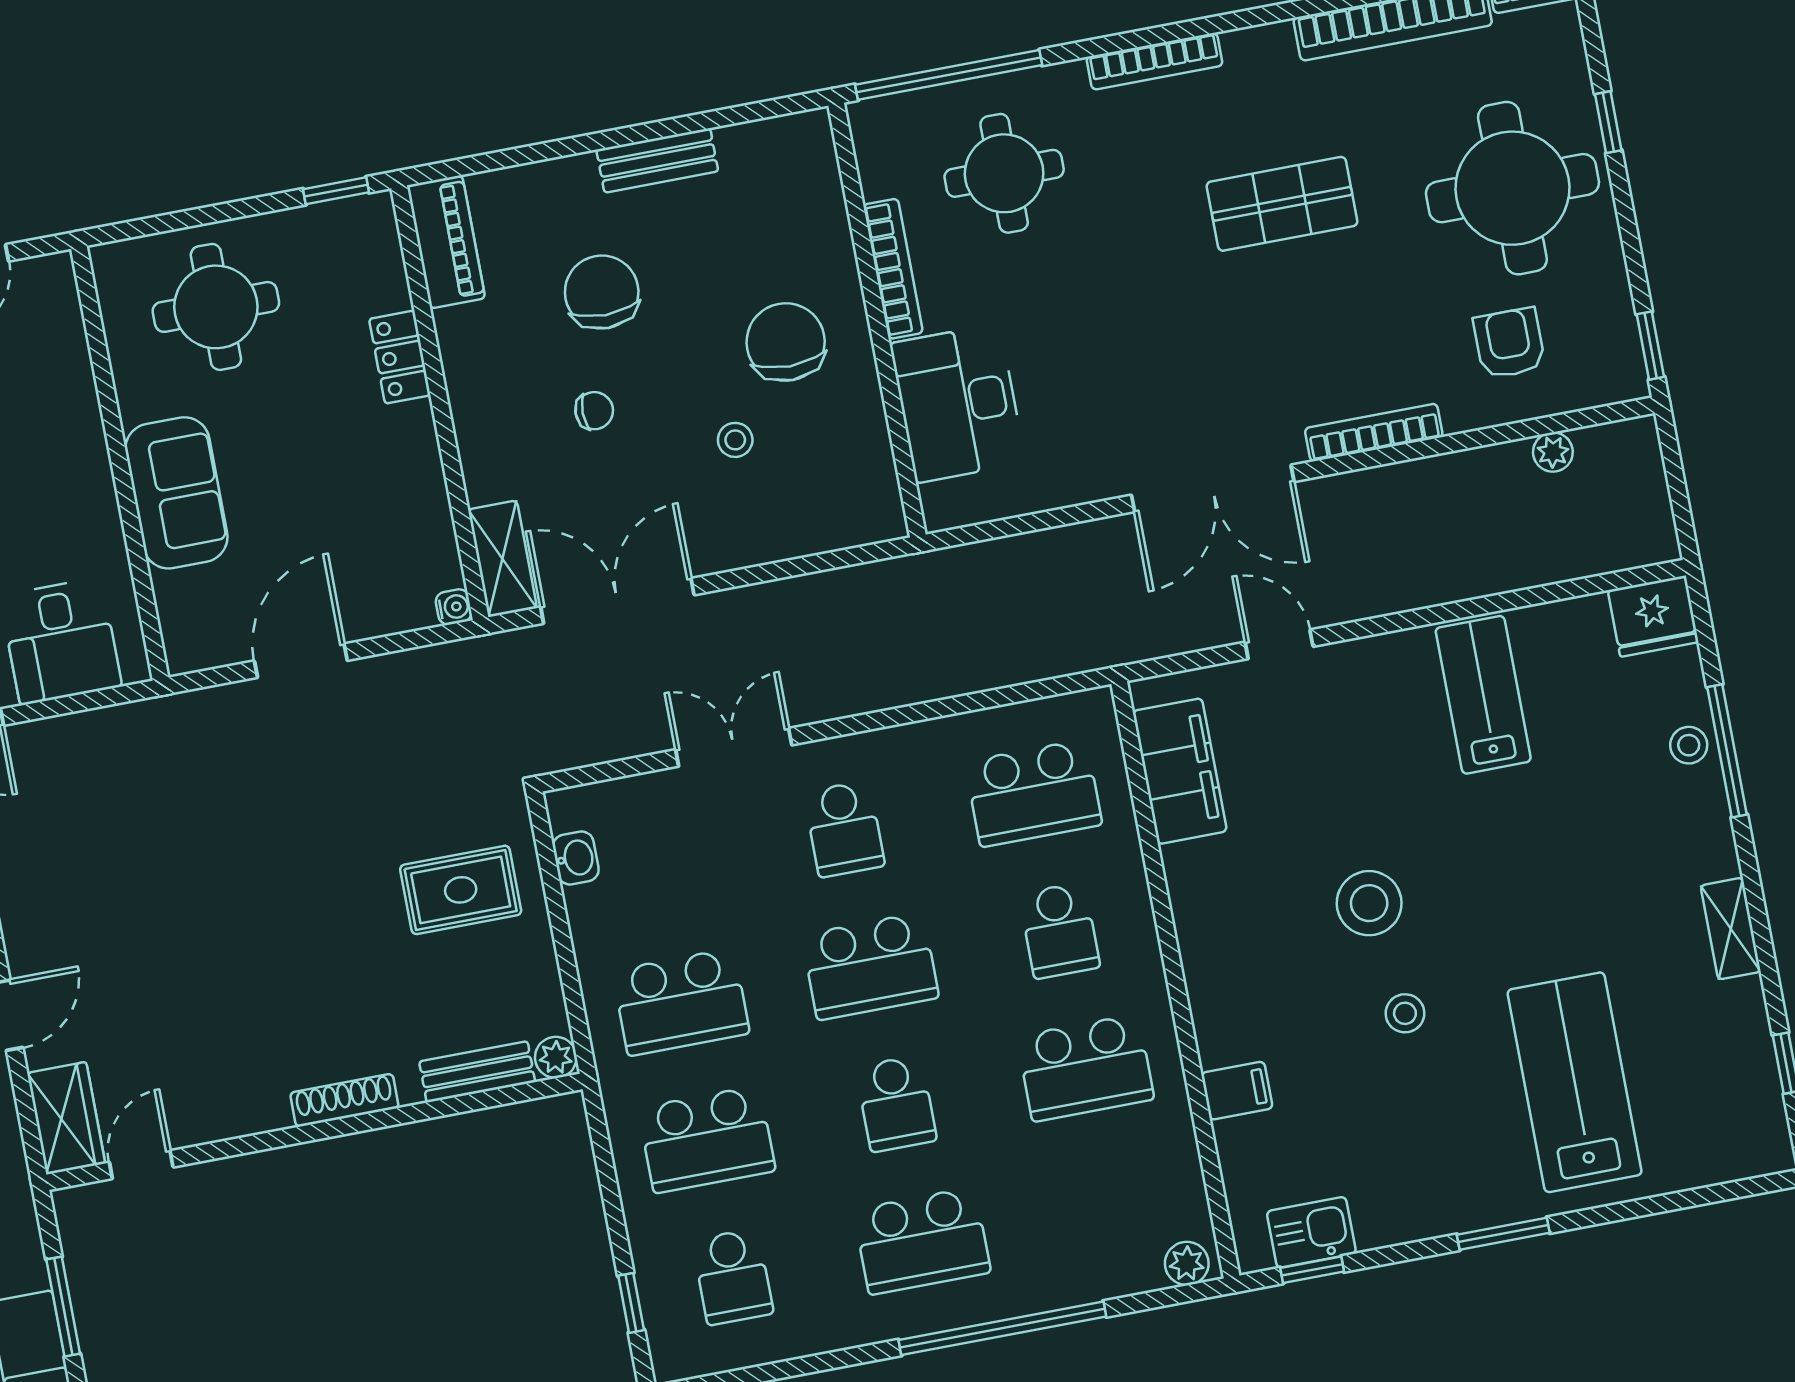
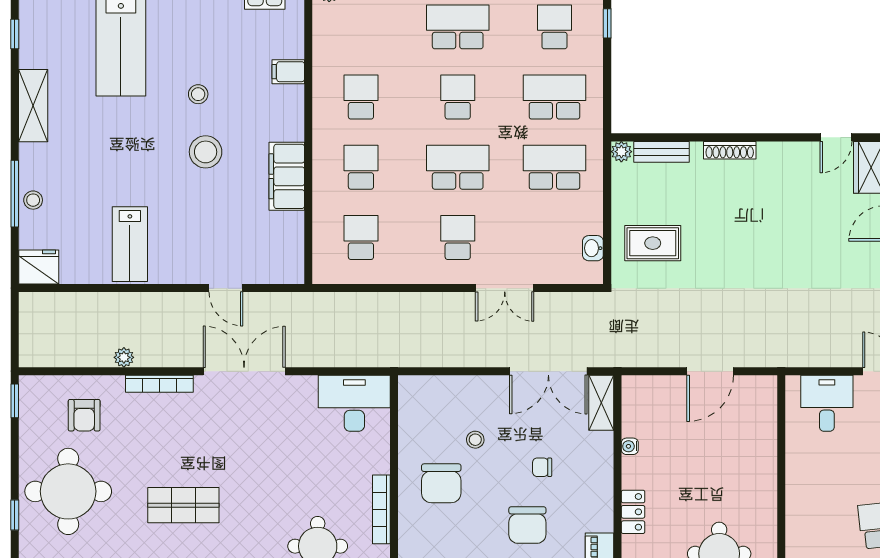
desk: (958, 403) -> (354, 403), moved, turned -90
plant: (1553, 452) -> (124, 357), moved
sofa: (176, 493) -> (756, 466), removed
water cooler: (454, 607) -> (630, 446), moved
filing cabinet: (1180, 771) -> (287, 176), moved
school desk: (1033, 793) -> (361, 237), width x0.54
shelving: (1731, 929) -> (33, 106), width x1.50, depth x1.33
school desk: (1085, 1068) -> (361, 97), width x0.54

